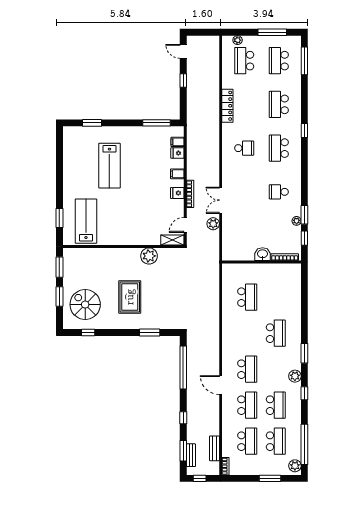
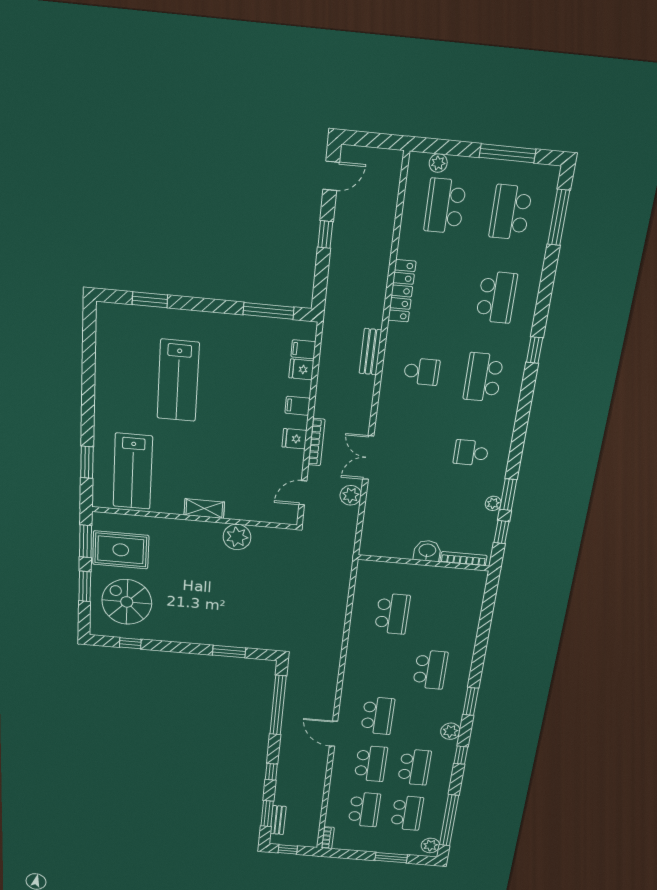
door: (183, 51) -> (331, 176), swing flipped
school desk: (279, 104) -> (497, 297), turned 180
lab bench: (86, 221) -> (133, 471), turned 180
shelving: (172, 240) -> (204, 509), moved
rug: (130, 297) -> (121, 550), moved, turned 90
bench: (214, 448) -> (370, 352), moved

